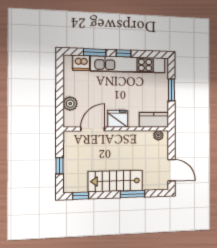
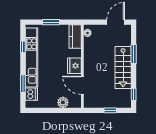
window: (124, 53) -> (23, 47), moved

